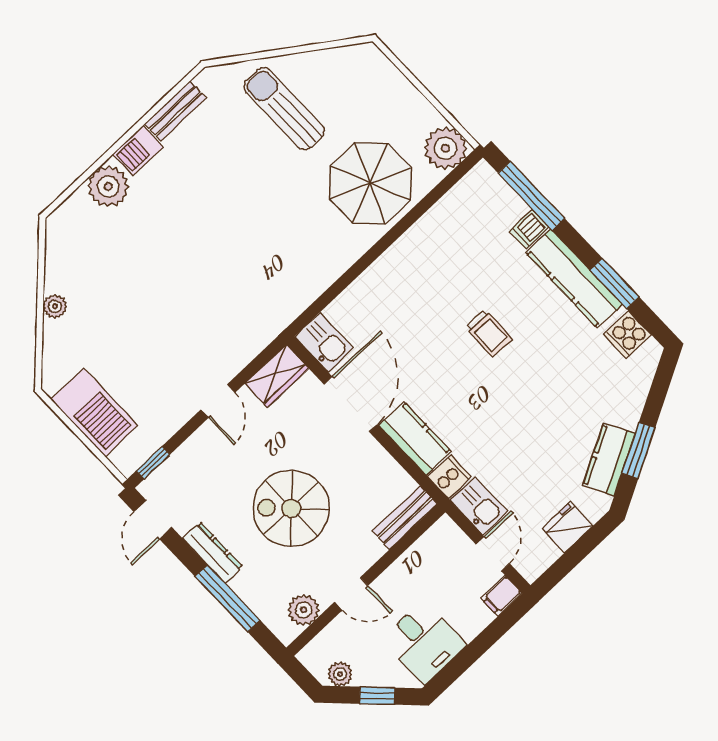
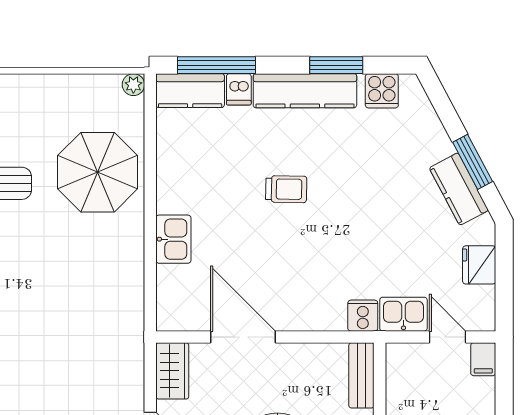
plant: (445, 148) -> (133, 85), width x0.53, depth x0.53
kitchen sink: (324, 342) -> (173, 239), moved, turned 90
kitchen counter: (415, 439) -> (190, 91), moved, turned 180

